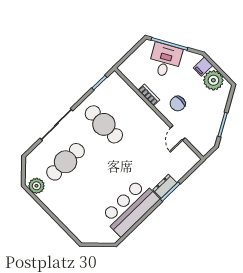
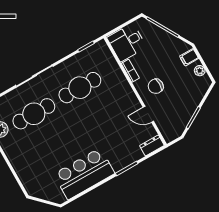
desk: (165, 60) -> (127, 42), moved, turned -150
plant: (213, 80) -> (200, 71), width x0.53, depth x0.53
cafe table: (104, 124) -> (80, 88), turned 90
door: (178, 133) -> (148, 114), hinge flipped
dresser: (165, 186) -> (152, 145), moved

